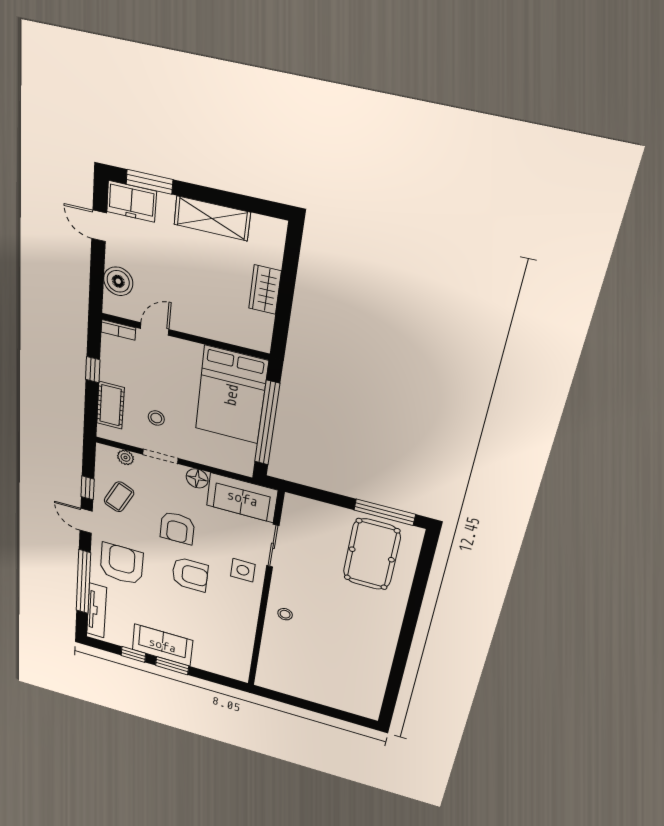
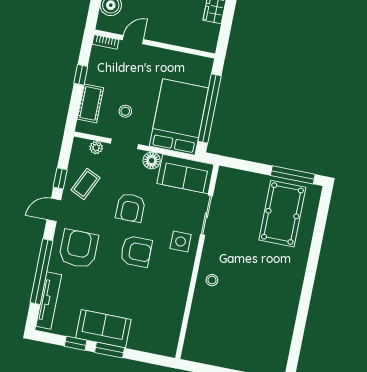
bed: (231, 395) -> (179, 117), moved, turned 180
door: (86, 521) -> (54, 210), hinge flipped

